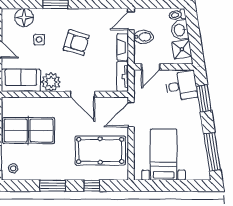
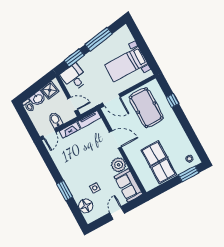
door: (131, 21) -> (49, 134), hinge flipped
armchair: (76, 43) -> (83, 162), removed
door: (83, 94) -> (115, 139), hinge flipped
window: (212, 152) -> (99, 39), moved
window: (53, 186) -> (187, 126), removed

